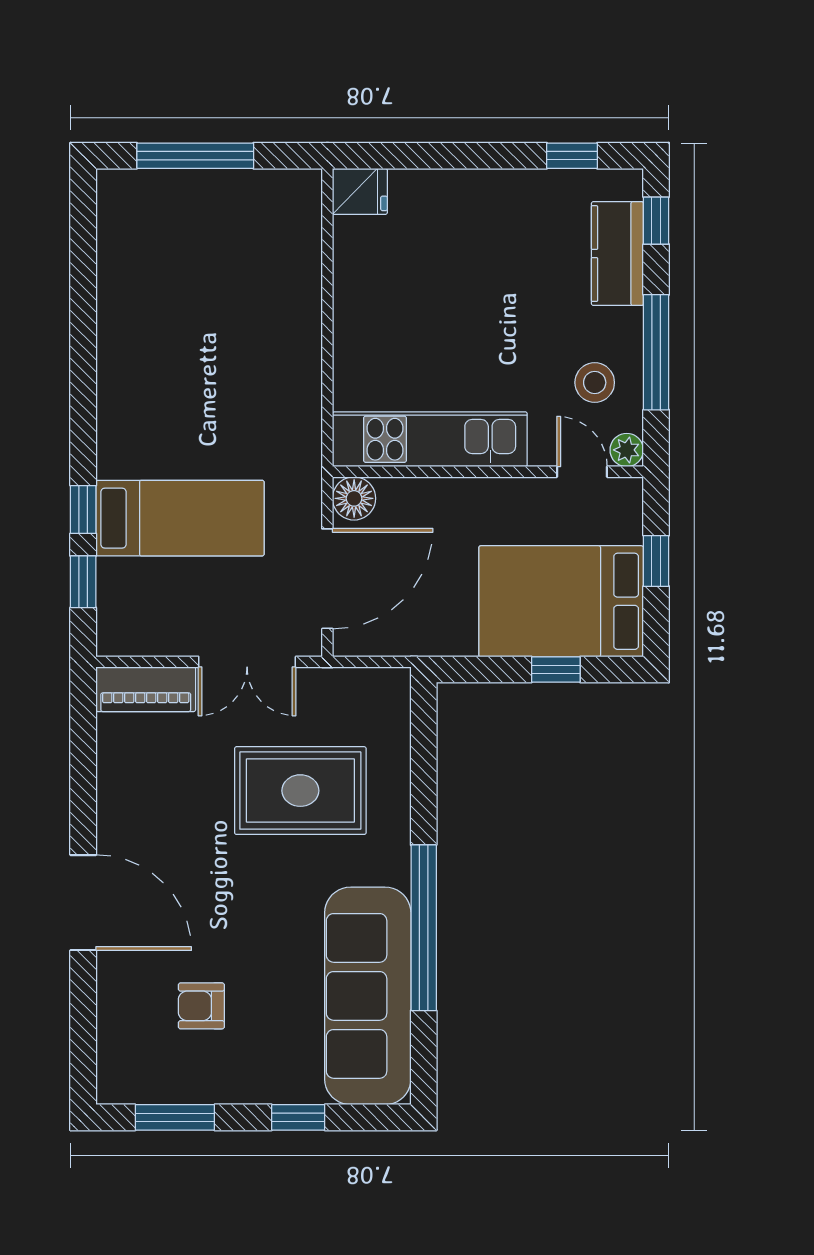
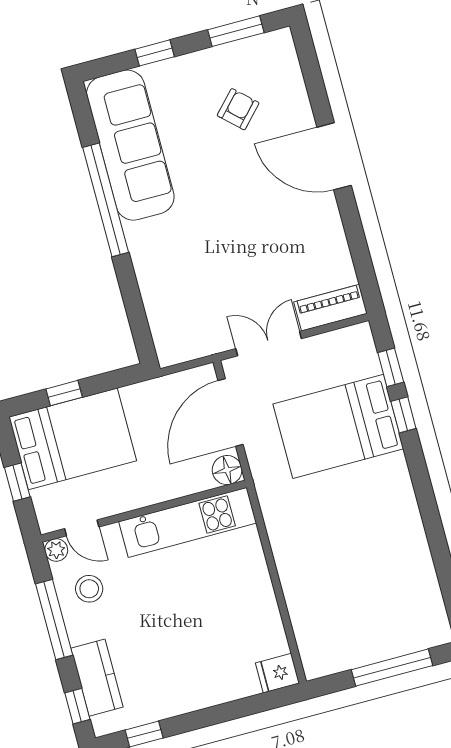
bed: (180, 518) -> (338, 426), width x1.50
rug: (300, 791) -> (211, 268), removed
armchair: (201, 1006) -> (238, 109), turned -47

